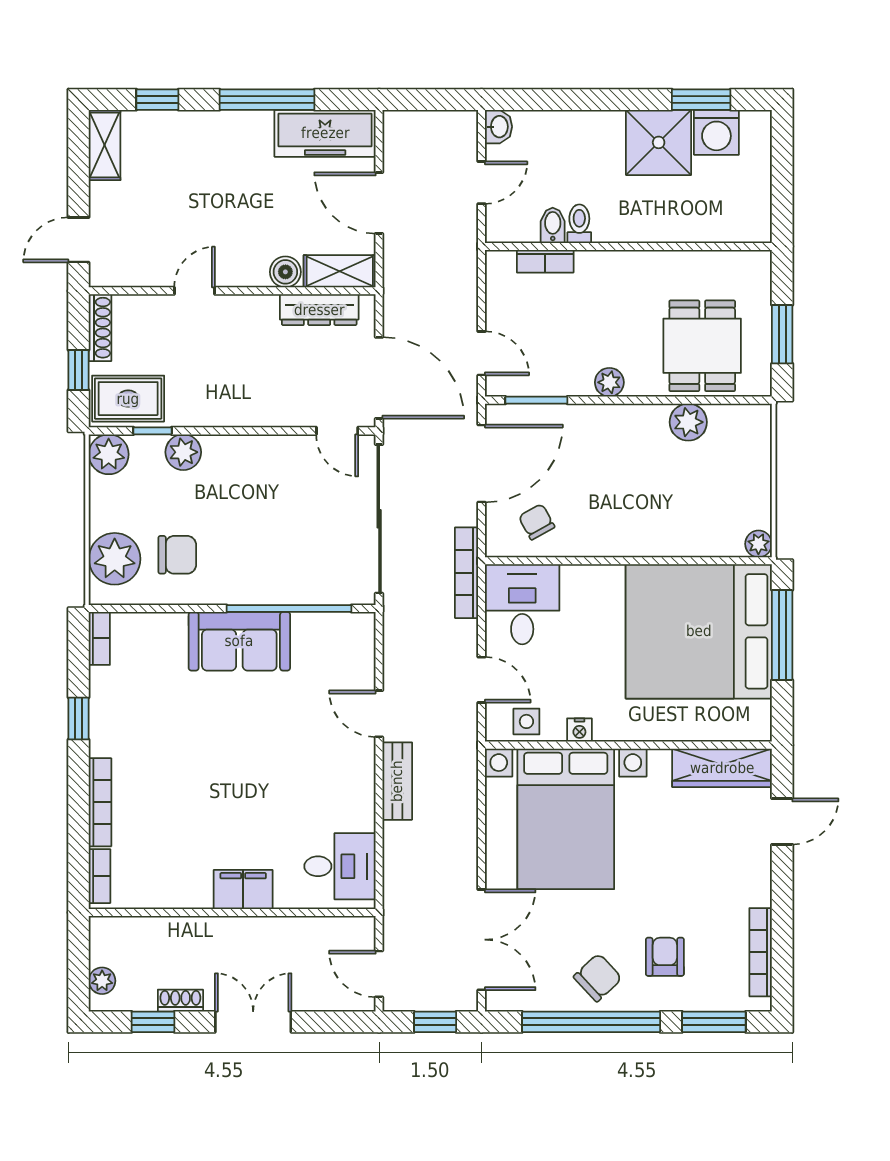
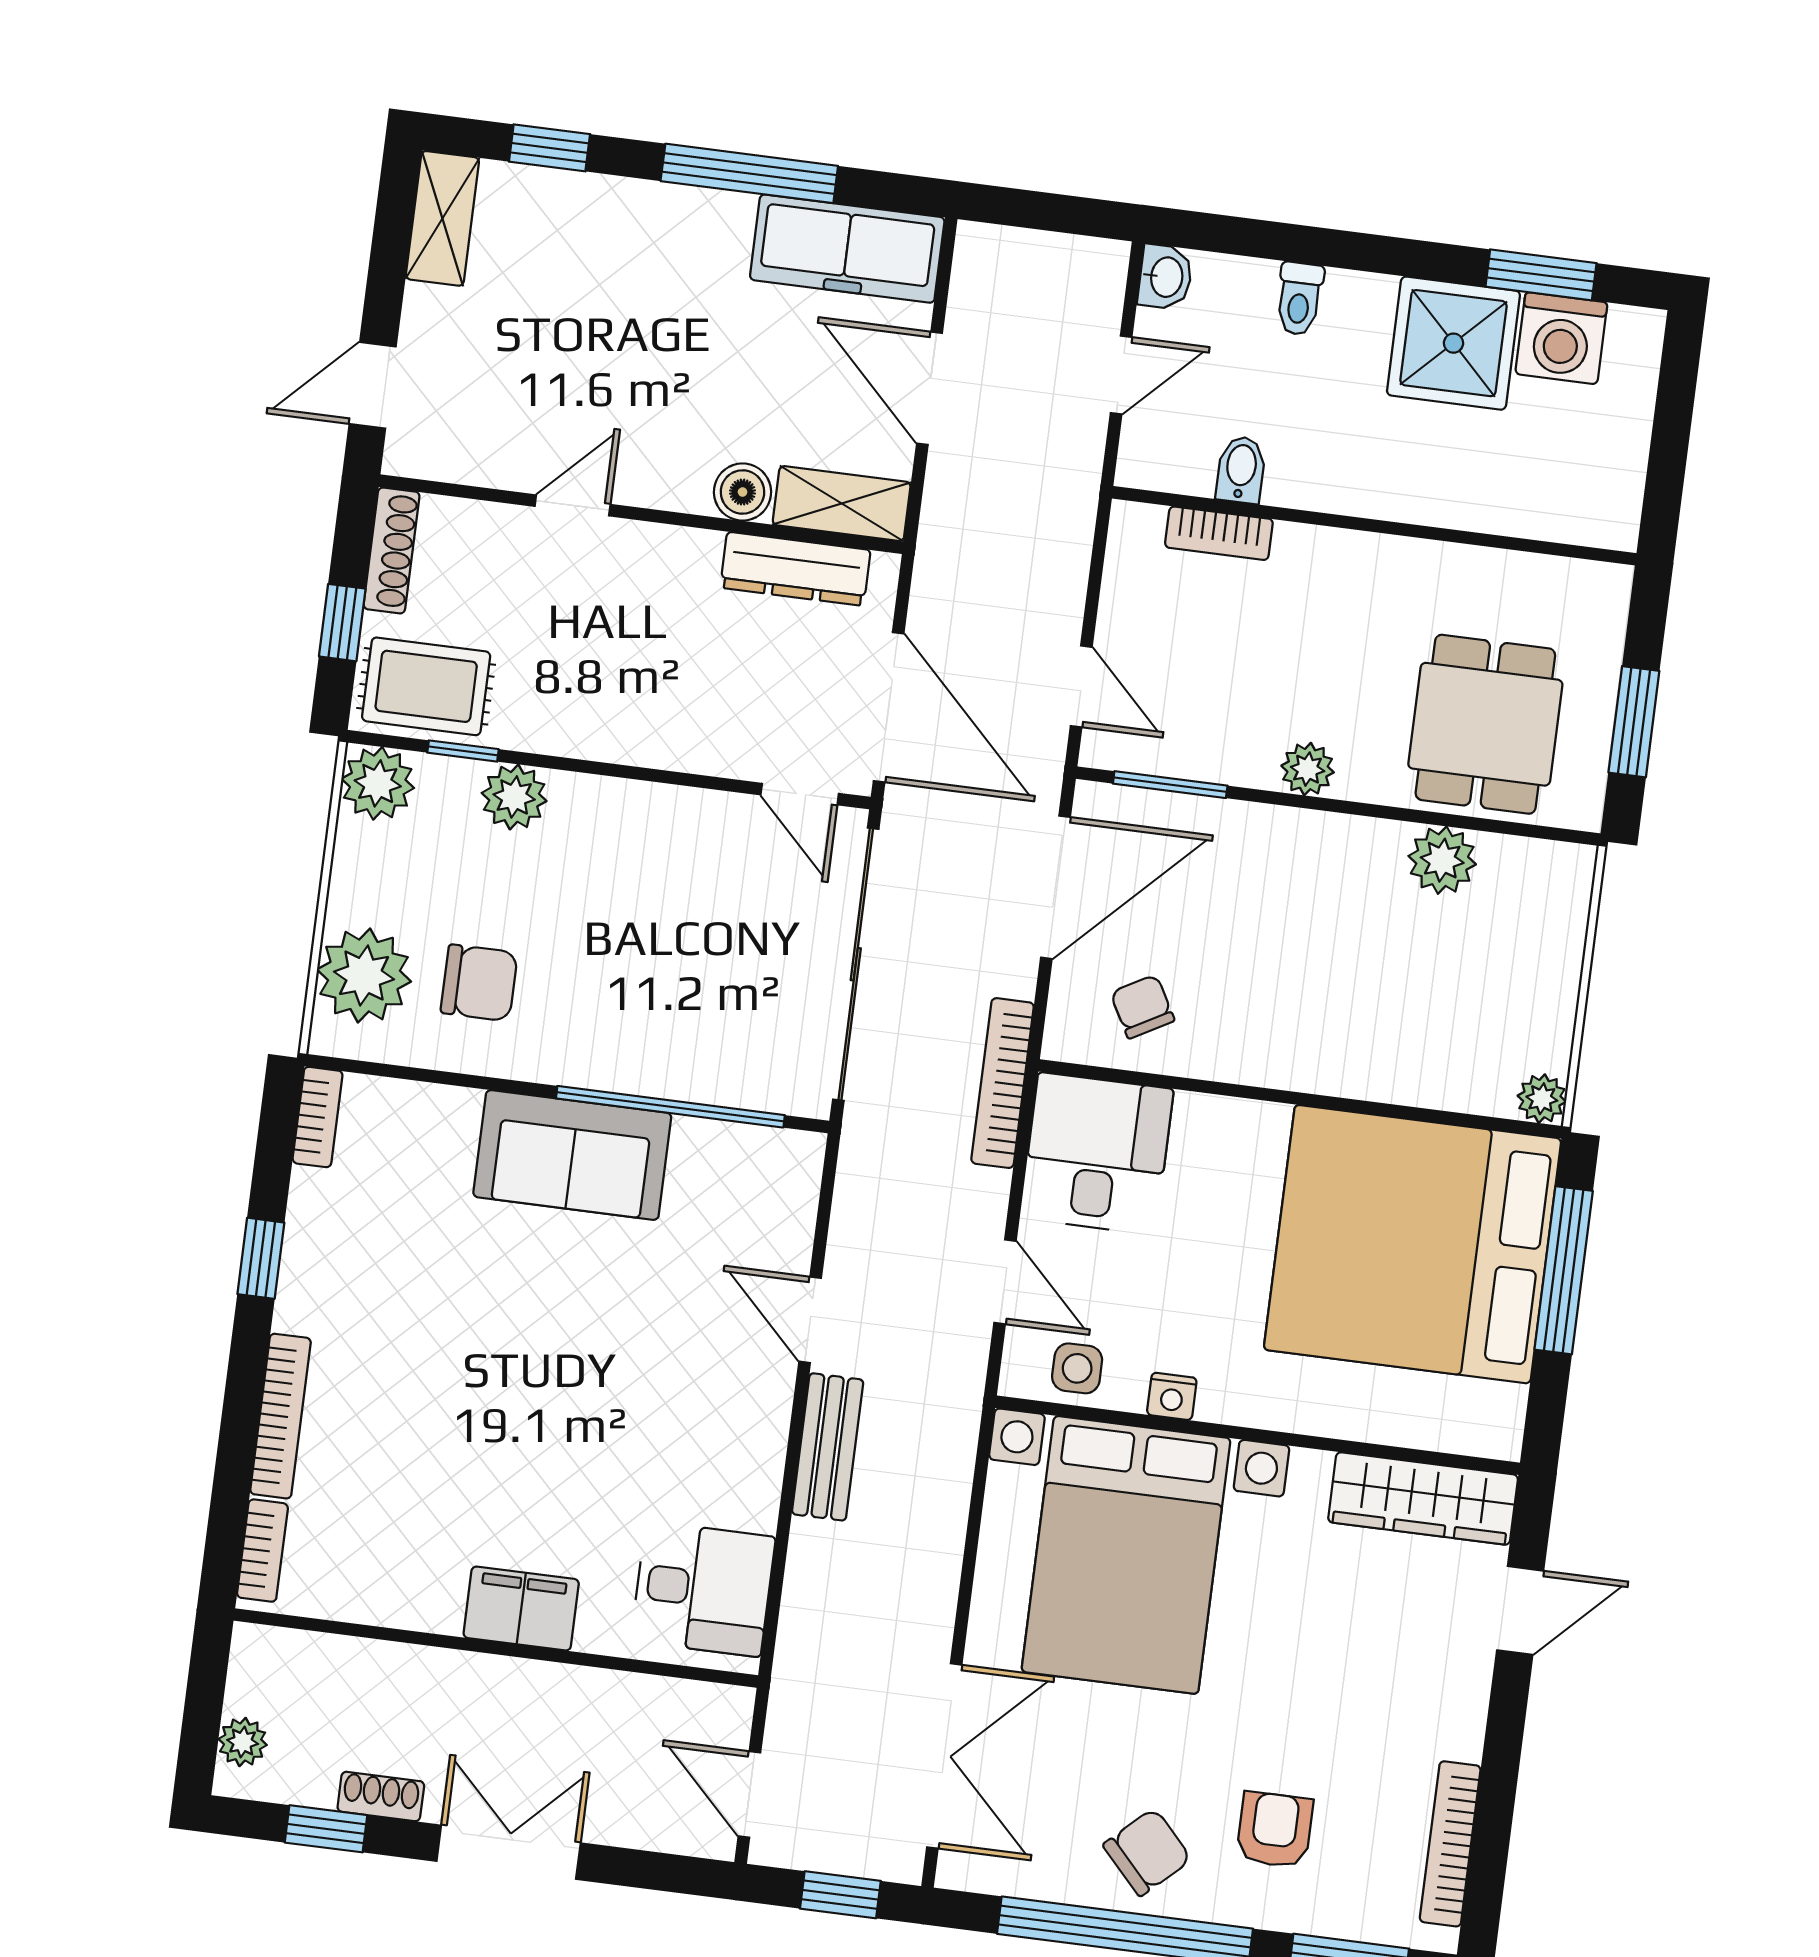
toilet: (579, 224) -> (1299, 299), moved, turned 180

